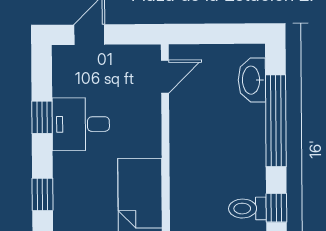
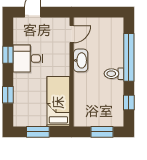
washbasin: (252, 80) -> (81, 60), moved, turned 180
toilet: (247, 209) -> (114, 74), moved

